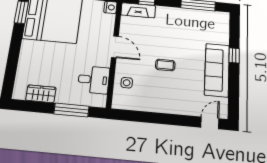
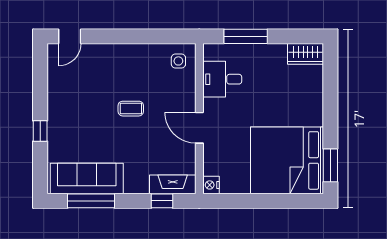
sofa: (217, 70) -> (87, 178), moved, turned -90
side table: (127, 83) -> (178, 61), moved
wardrobe: (41, 94) -> (305, 54), moved

